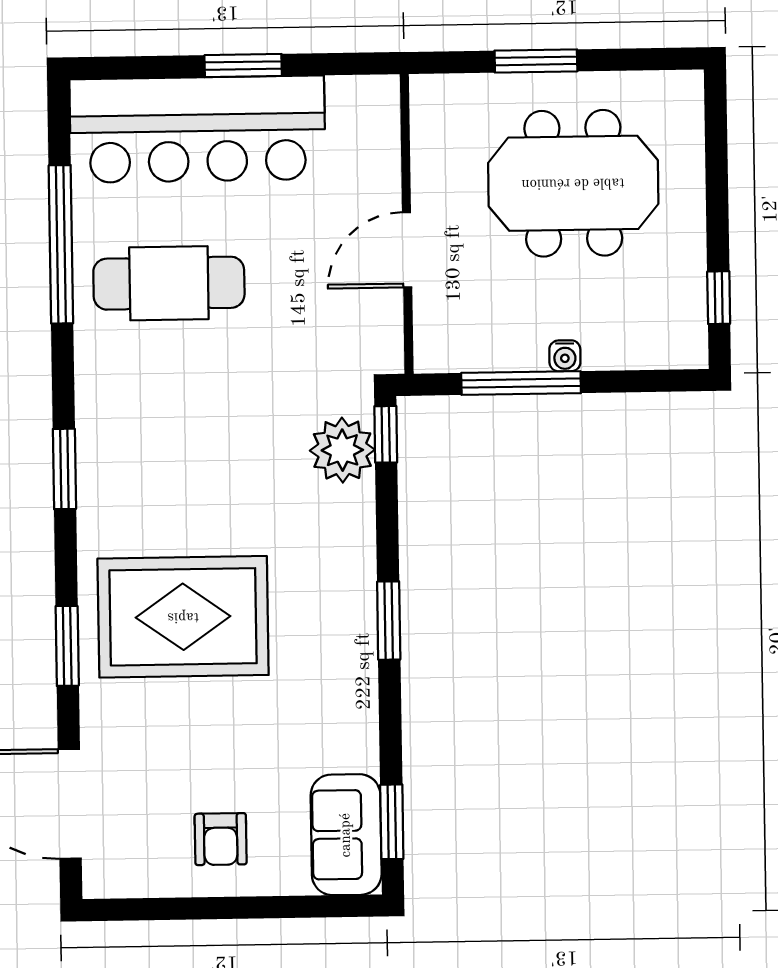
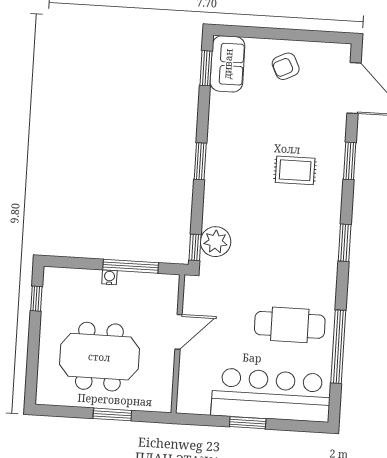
rug: (183, 617) -> (295, 170), width x0.54, depth x0.49
armchair: (221, 839) -> (286, 66), turned -116

